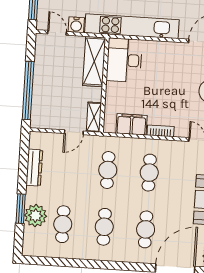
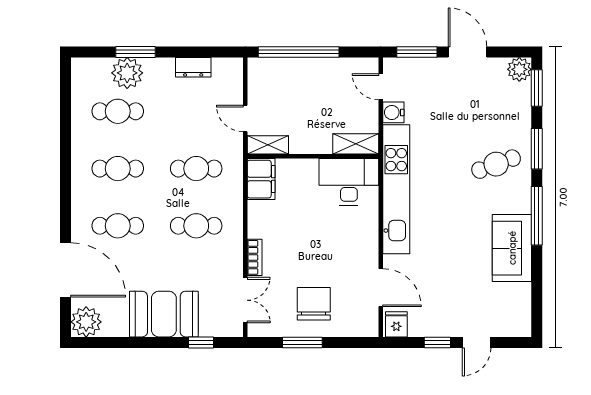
door: (57, 33) -> (381, 87), swing flipped
shelving: (94, 62) -> (356, 144), width x0.67, depth x0.75
filing cabinet: (131, 124) -> (261, 179), moved
bookcase: (161, 131) -> (255, 257), moved
dresser: (34, 168) -> (193, 67), width x0.70

